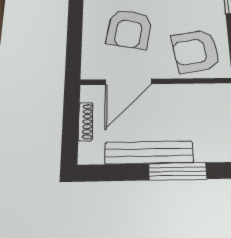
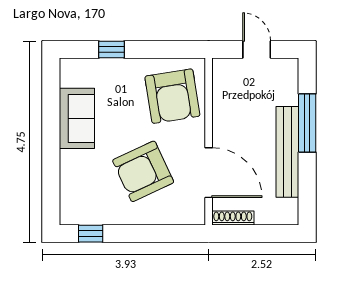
armchair: (129, 29) -> (143, 171), turned 145
shoe rack: (86, 122) -> (233, 218), moved

